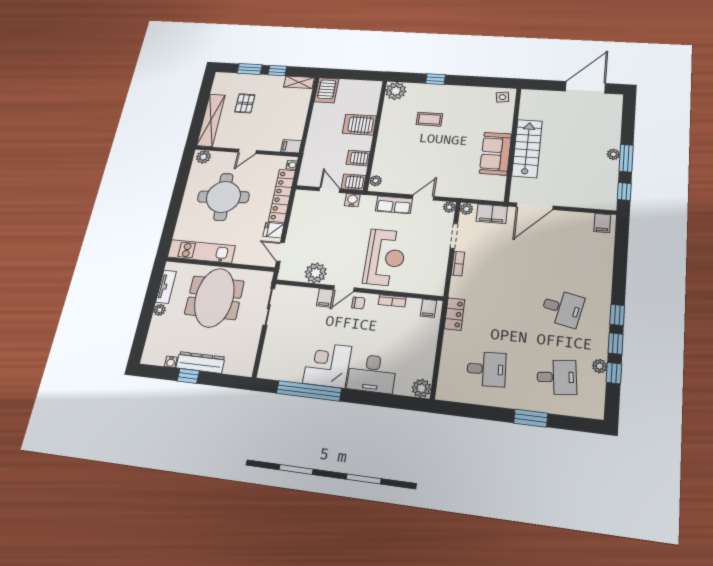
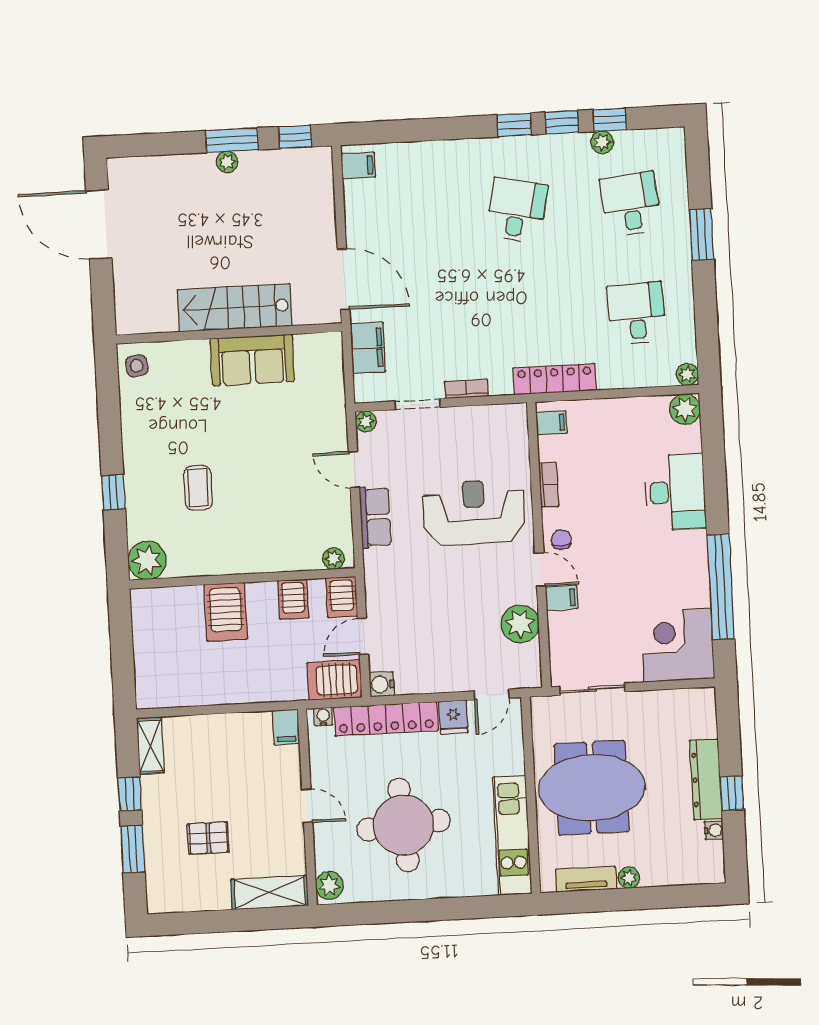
server rack: (326, 90) -> (335, 680), moved, turned 180
shelving: (211, 120) -> (270, 892), width x0.68
water cooler: (352, 200) -> (382, 684), moved
plant: (466, 209) -> (687, 374), moved
locker: (454, 314) -> (555, 379), width x1.53
corner desk: (327, 365) -> (678, 645), moved, turned 90

